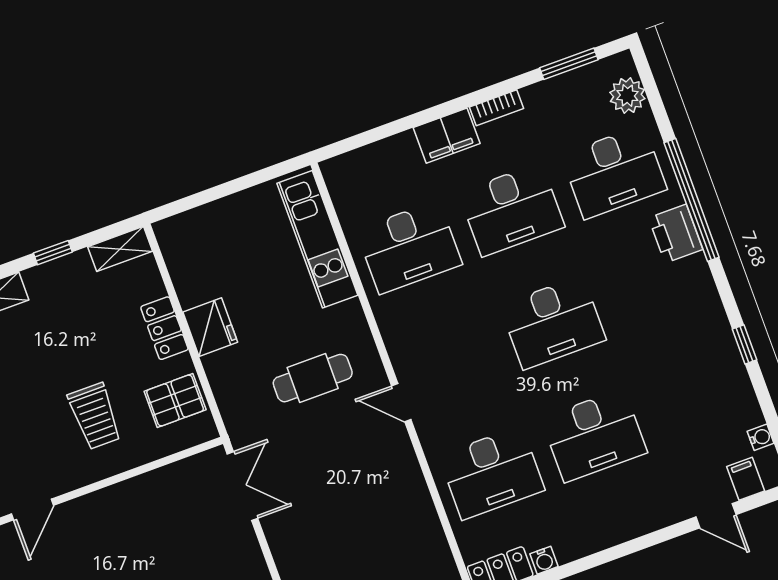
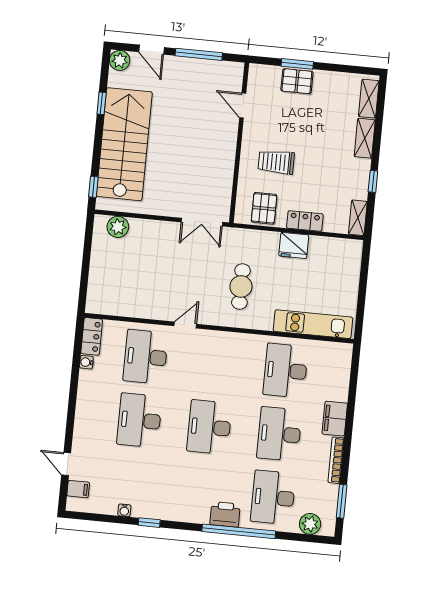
bookcase: (497, 108) -> (336, 460), width x1.56
door: (401, 403) -> (185, 325), moved
water cooler: (761, 437) -> (124, 510), moved
door: (716, 516) -> (66, 464), hinge flipped

